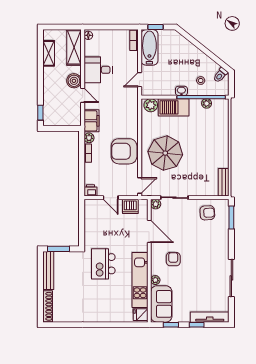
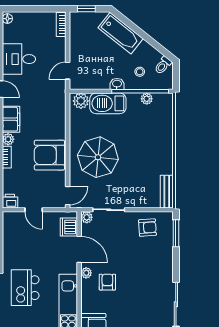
bathtub: (149, 47) -> (121, 33), moved, turned 129
dishwasher: (130, 206) -> (69, 227), moved, turned 90
plant: (155, 280) -> (86, 273), moved

